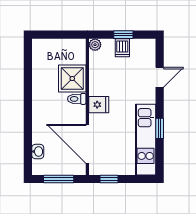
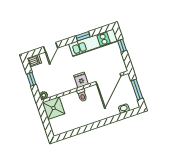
dishwasher: (122, 48) -> (34, 61), moved
door: (160, 77) -> (51, 47), swing flipped
shower: (72, 79) -> (53, 108), moved
window: (109, 179) -> (122, 46), moved

